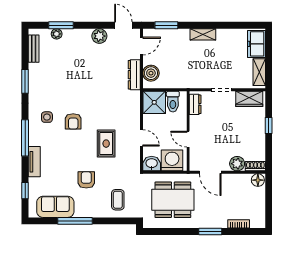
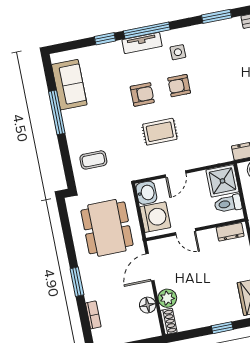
door: (188, 139) -> (186, 232), swing flipped
tv unit: (34, 162) -> (142, 43), moved
armchair: (86, 180) -> (142, 94), moved
floor lamp: (258, 180) -> (148, 305), moved
window: (25, 191) -> (105, 39), moved

